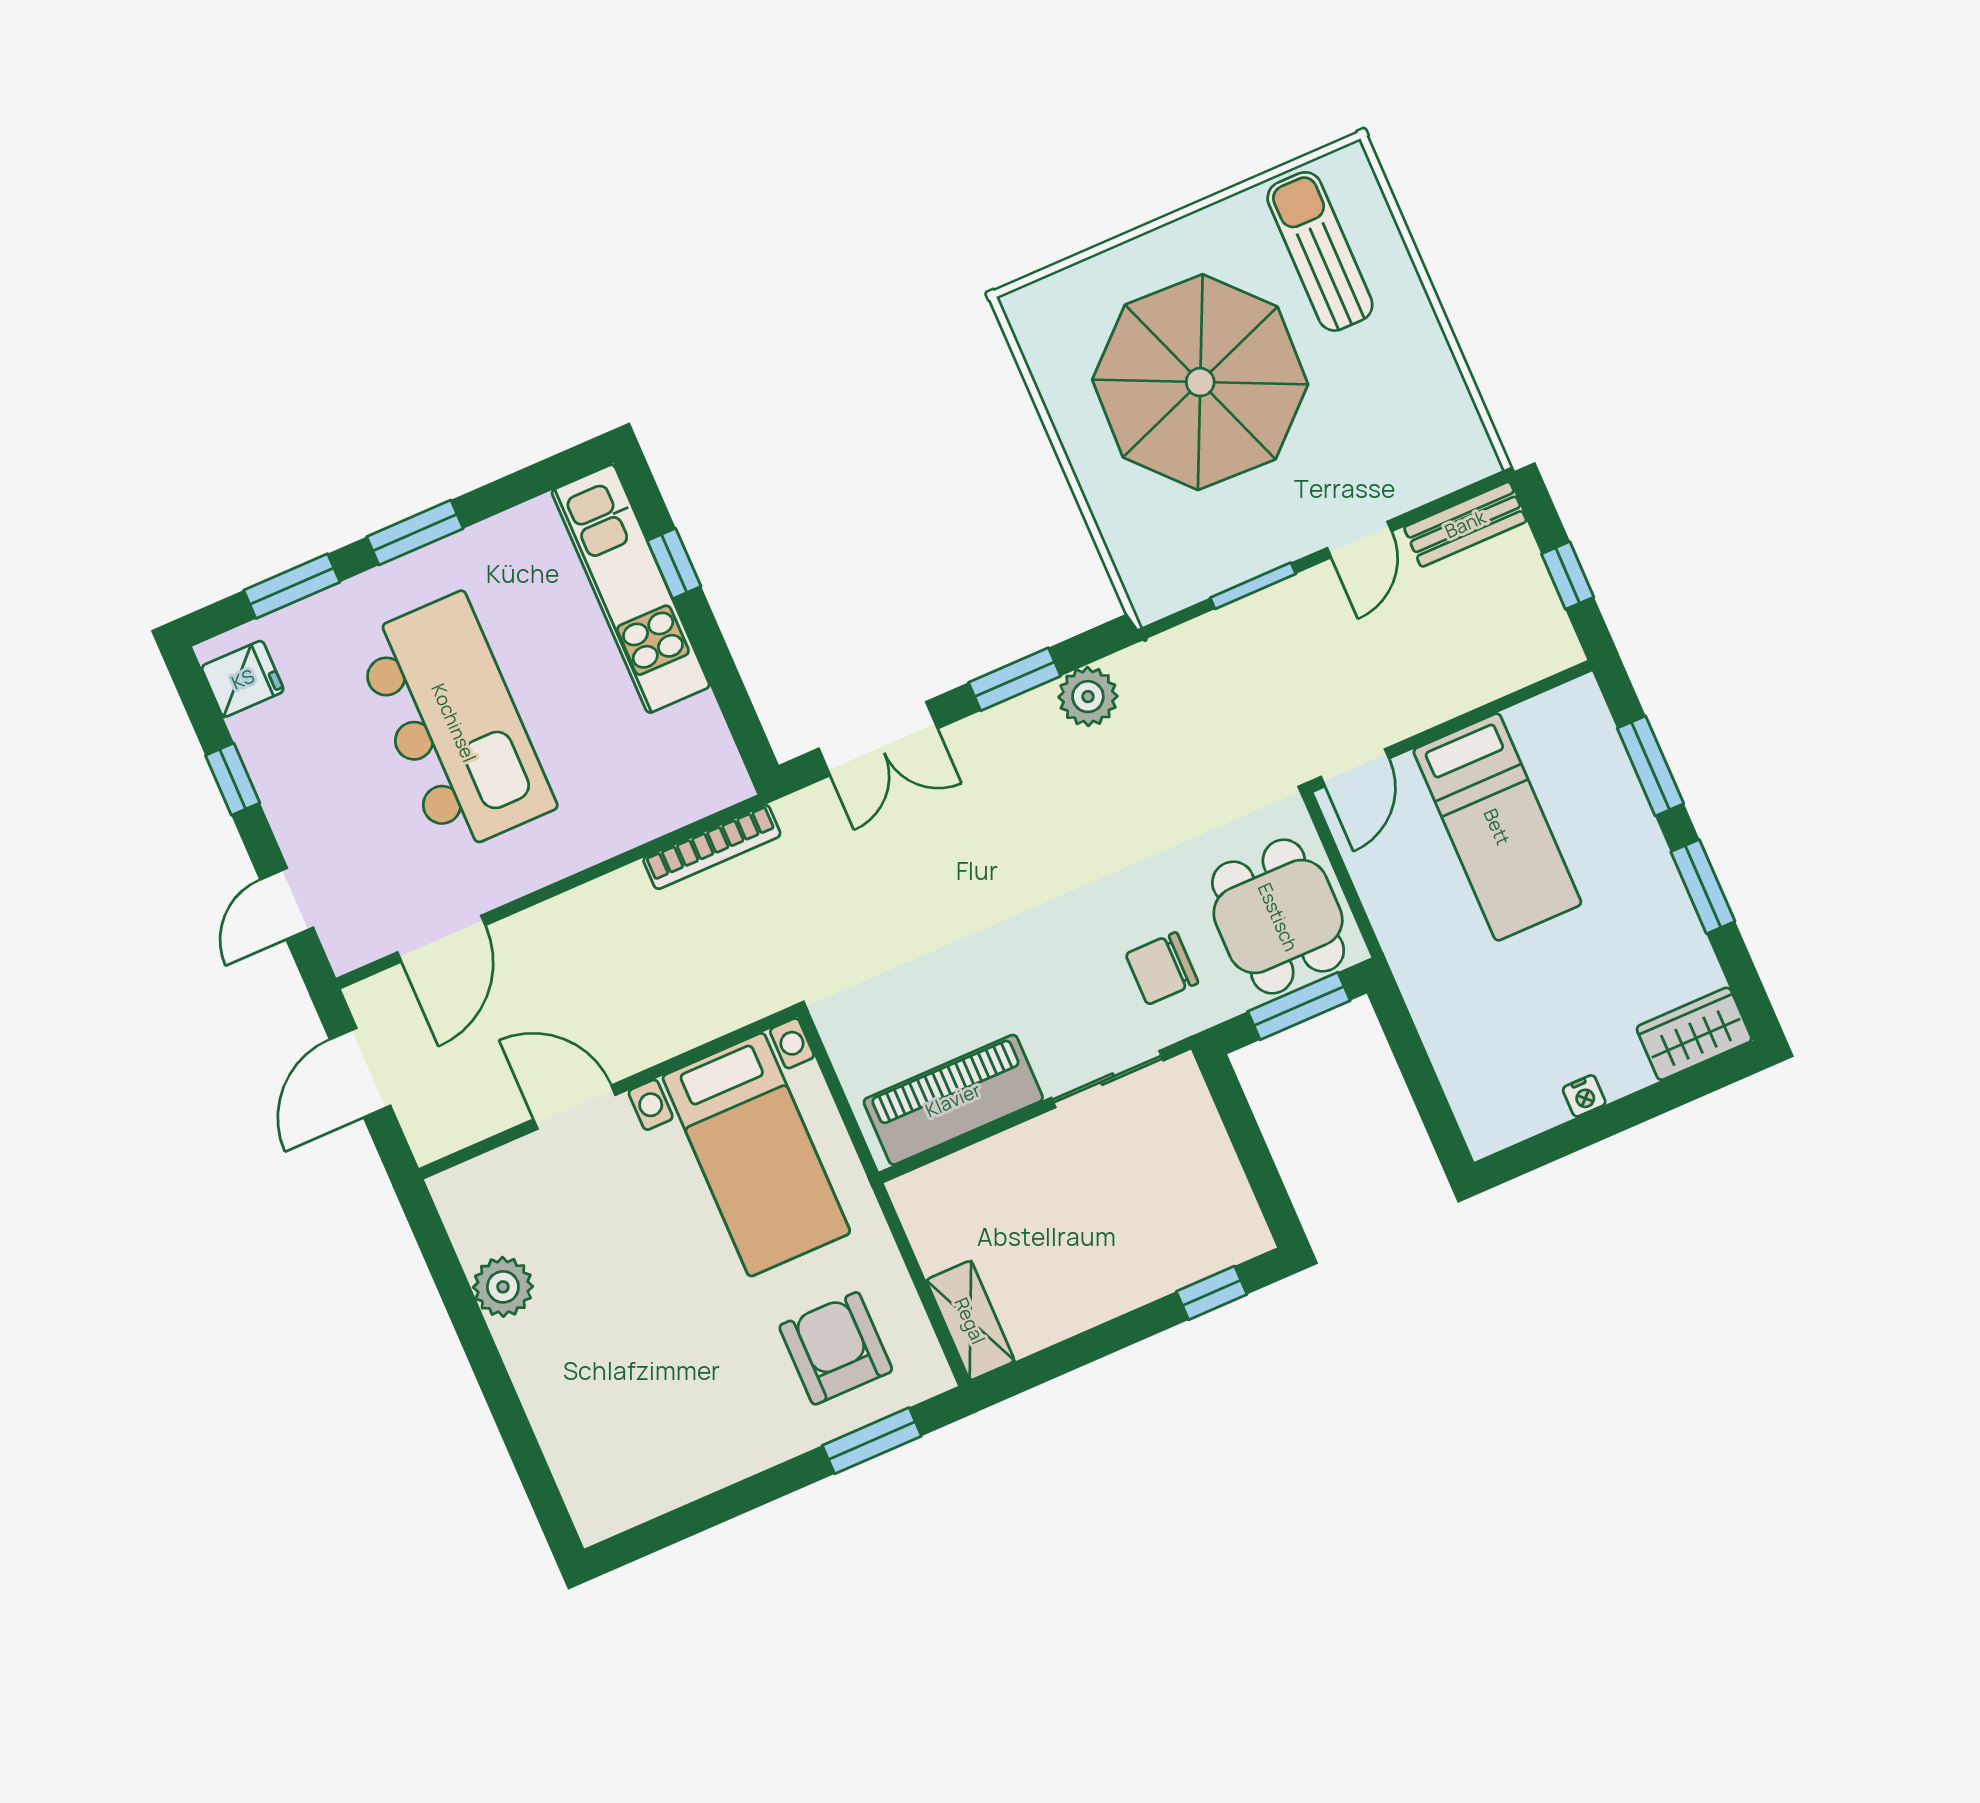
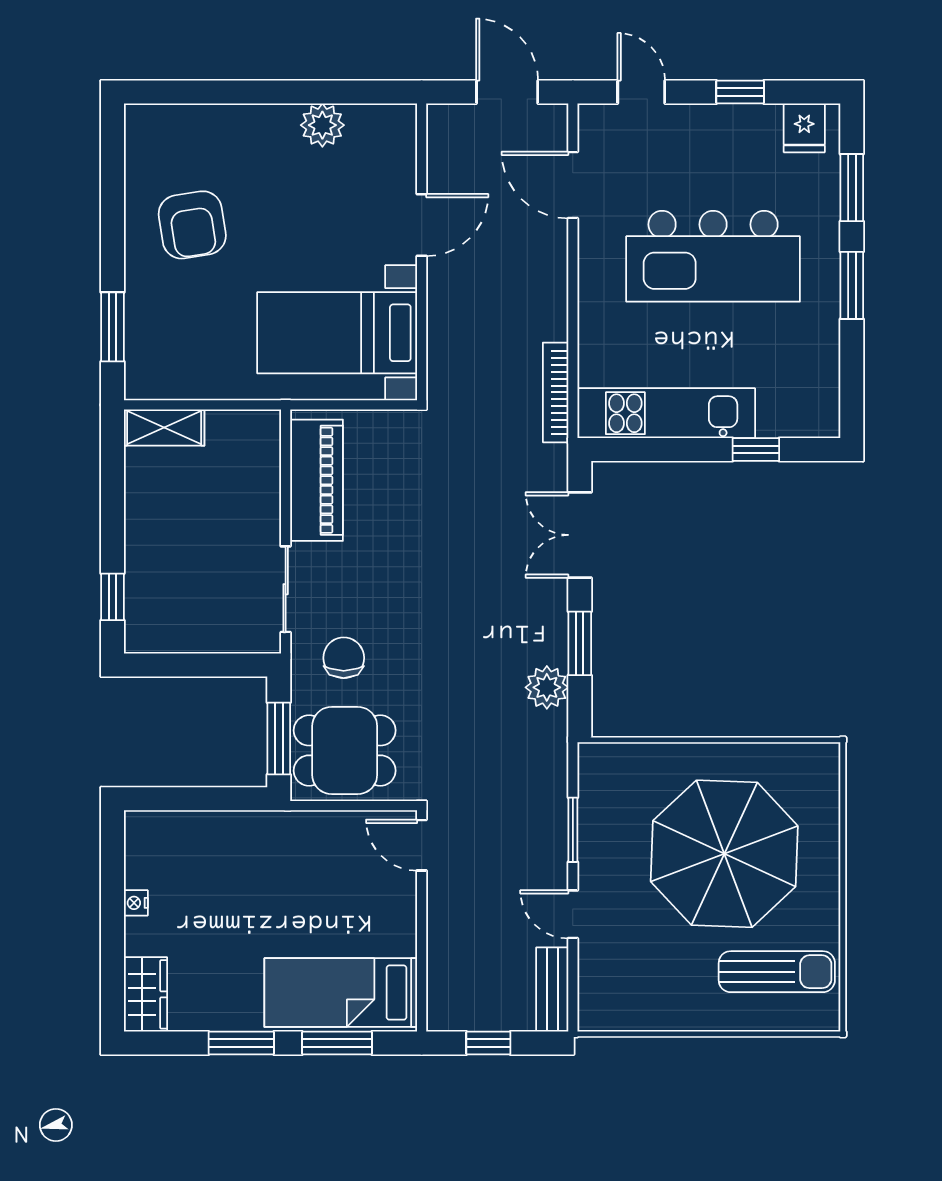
kitchen unit: (631, 589) -> (666, 413), moved
bed: (1497, 827) -> (341, 993), moved
armchair: (836, 1348) -> (192, 225), moved, turned 81

